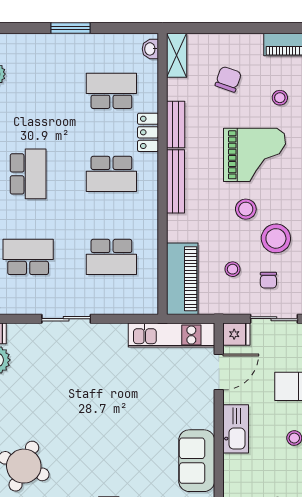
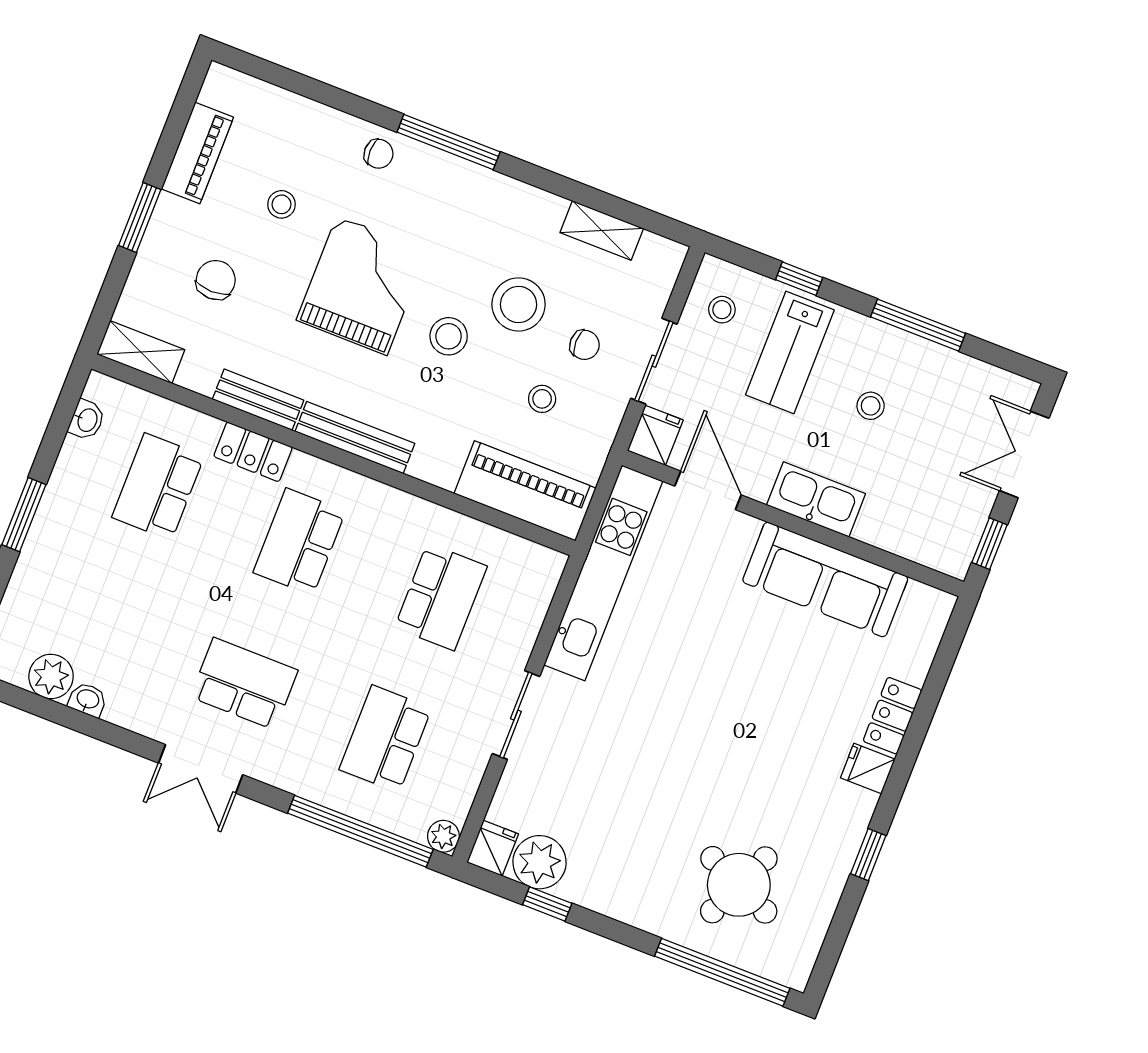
window: (245, 28) -> (140, 218), added
washbasin: (150, 49) -> (87, 420), moved, turned -90
chair: (228, 79) -> (216, 280), turned 71
school desk: (111, 174) -> (299, 542), turned 180
kitchen unit: (172, 335) -> (603, 573), width x1.36
sofa: (197, 461) -> (825, 579), width x1.36

